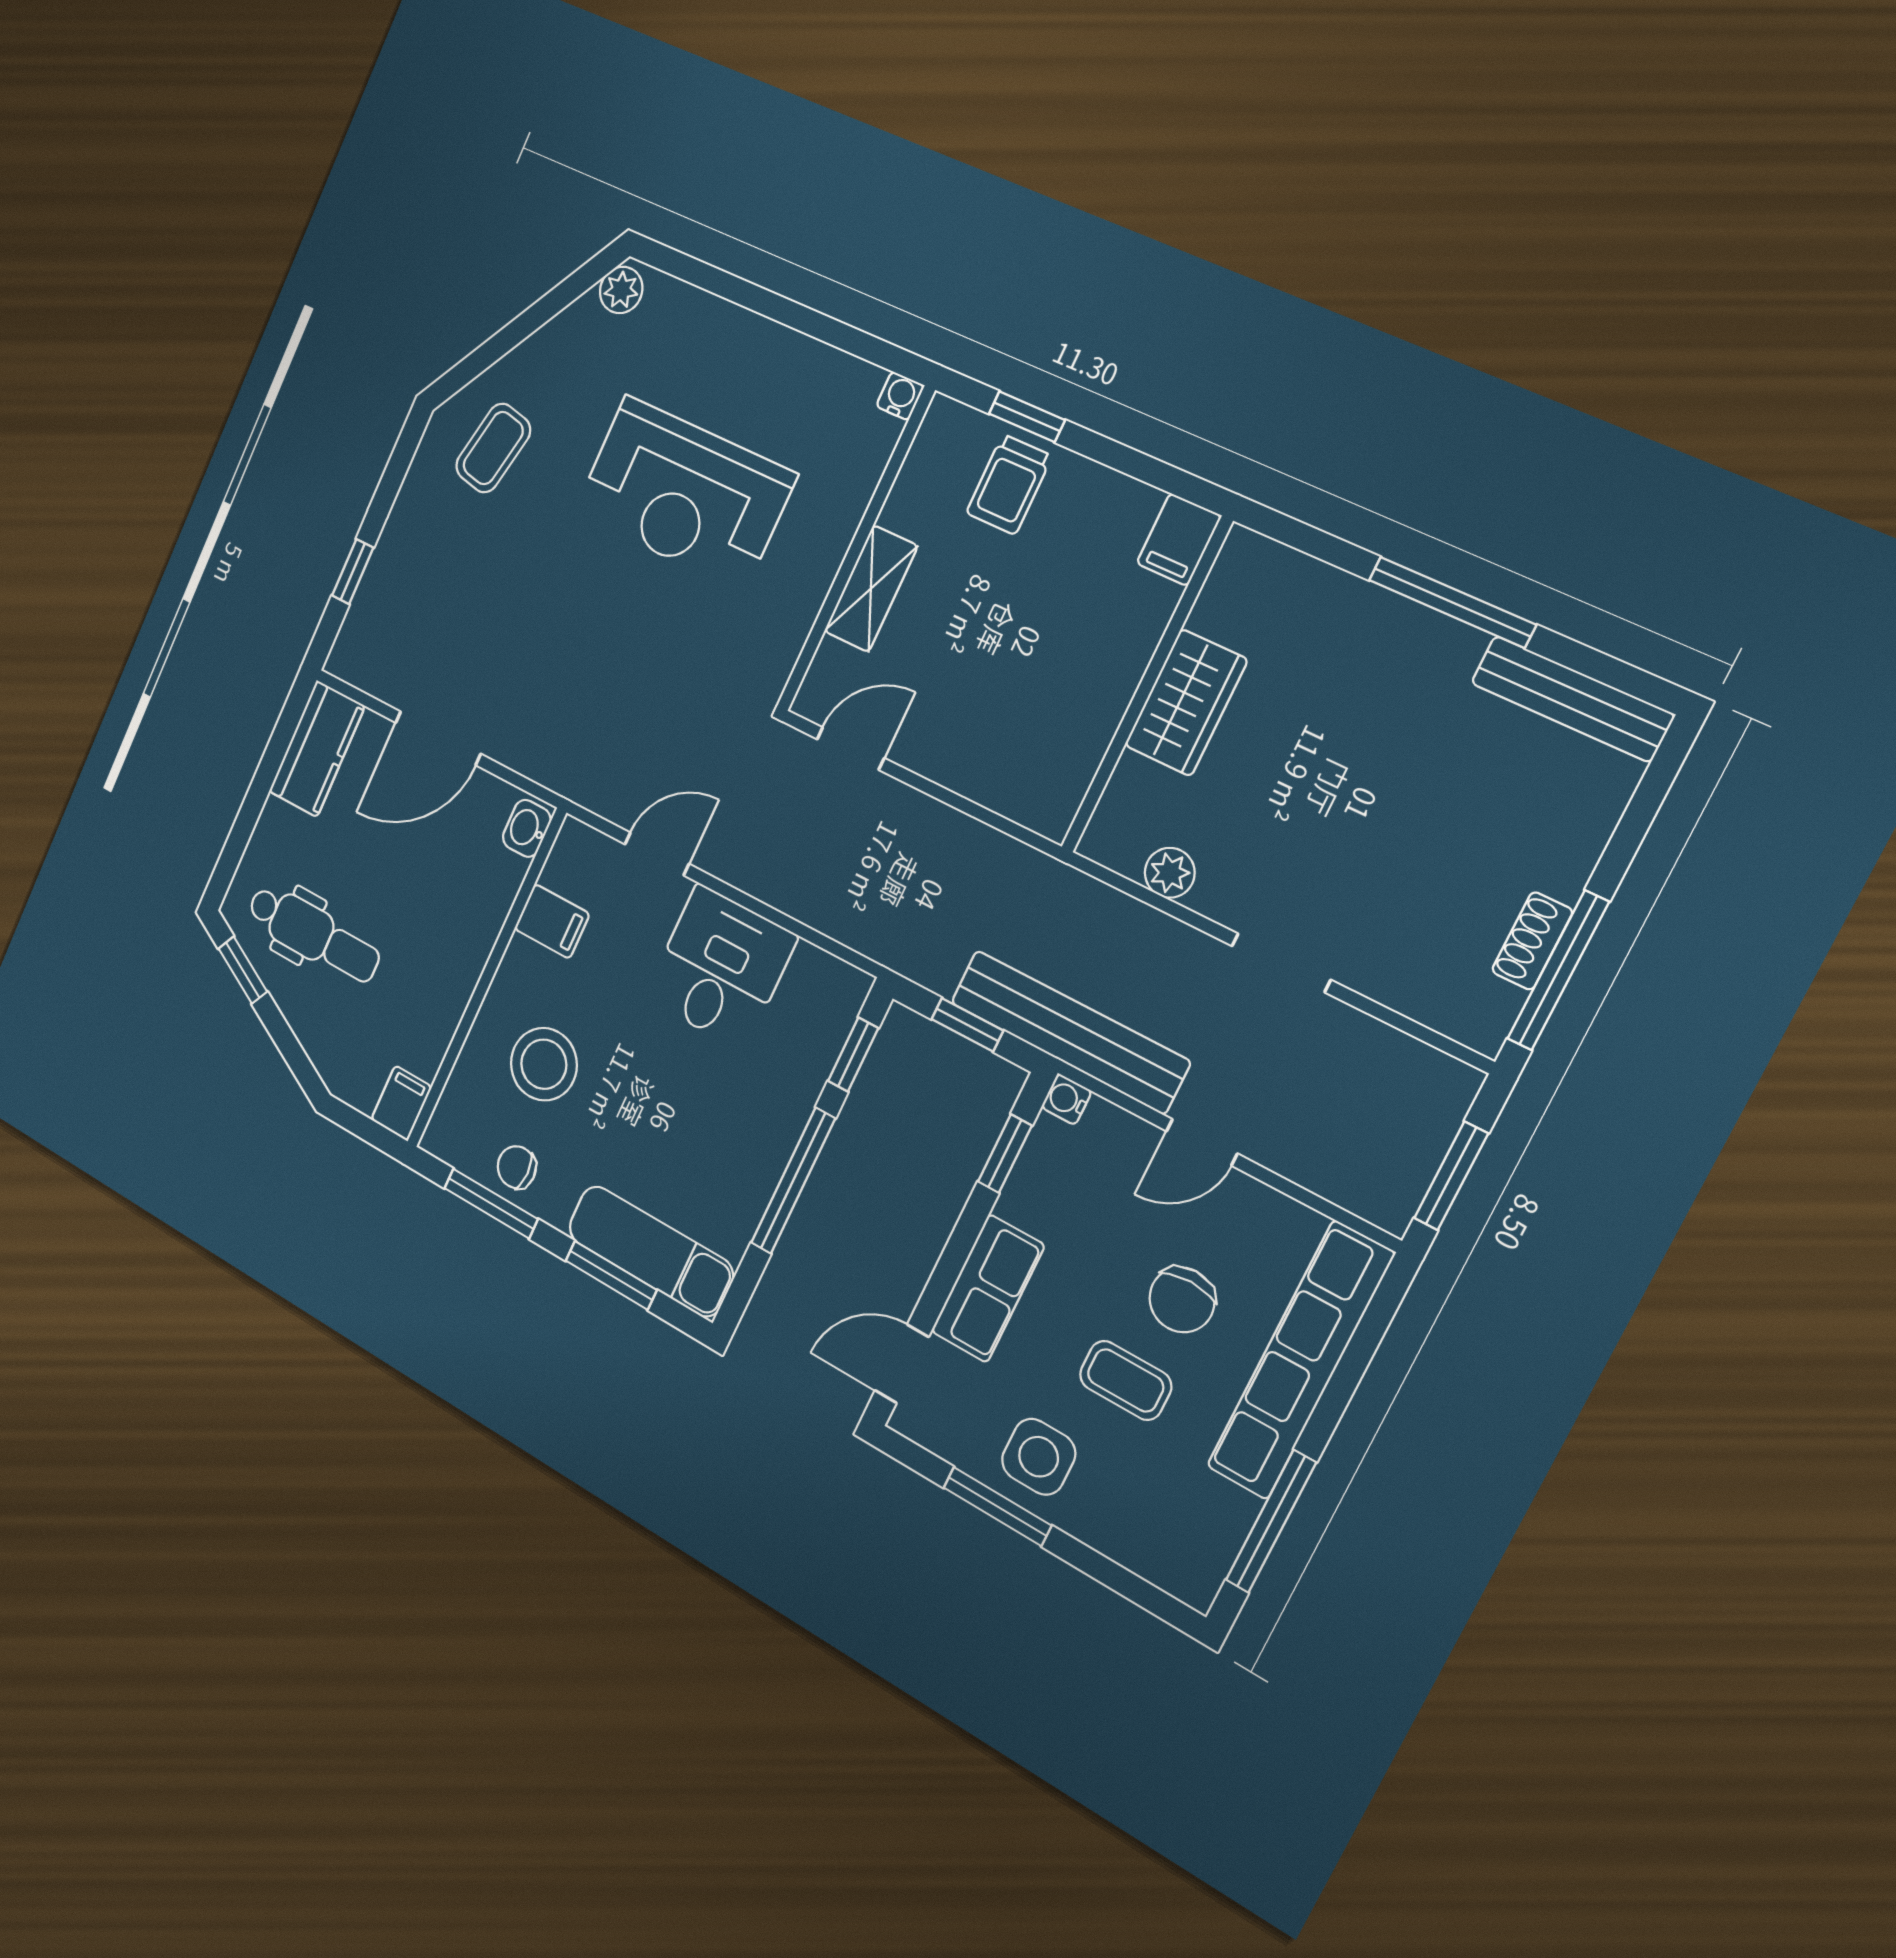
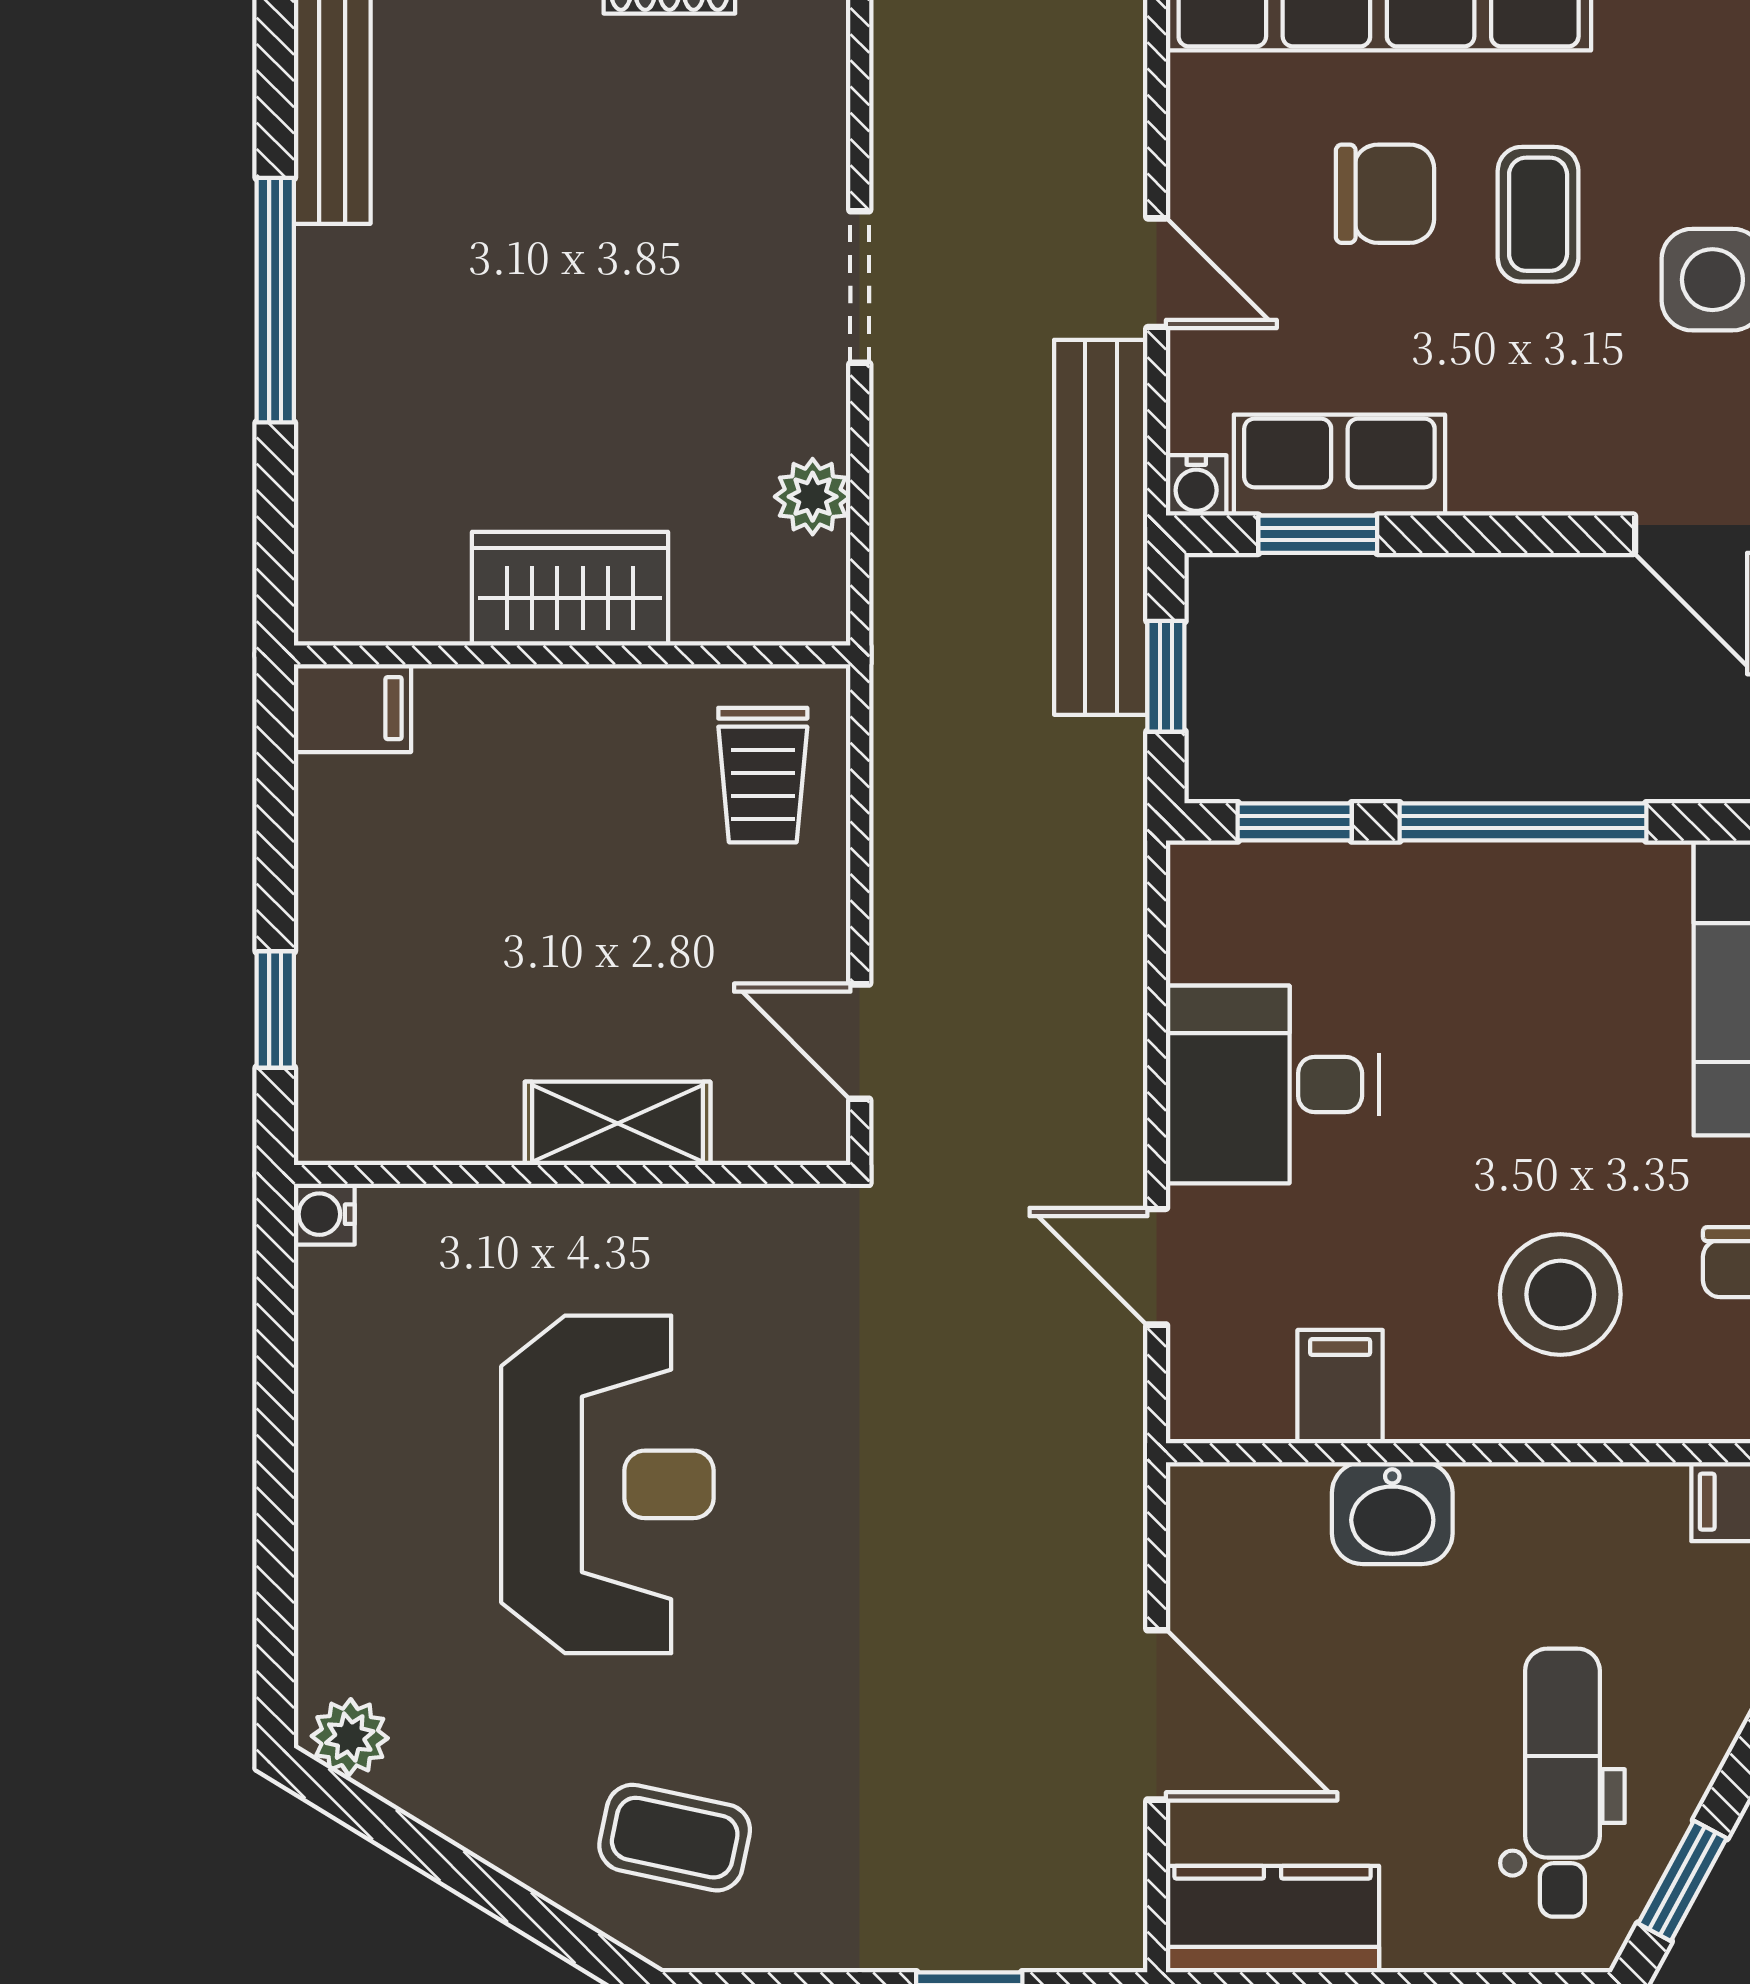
trolley: (1009, 485) -> (763, 775), moved, turned 90
washbasin: (527, 828) -> (1392, 1513), moved, width x1.38, depth x1.45
row of seats: (988, 1288) -> (1339, 465), moved

